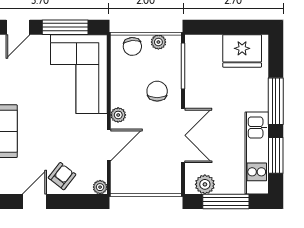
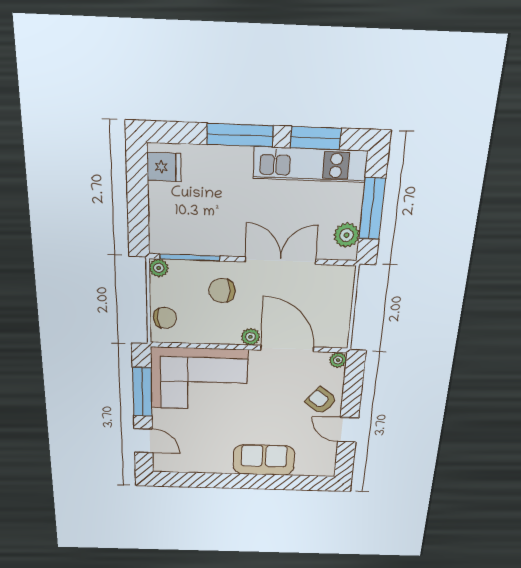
plant: (158, 42) -> (159, 268), moved
fridge: (242, 51) -> (164, 167), width x0.53, depth x0.75
door: (109, 145) -> (287, 349), width x1.36

